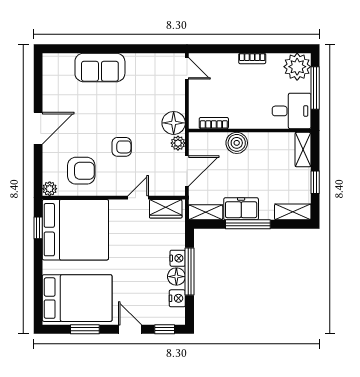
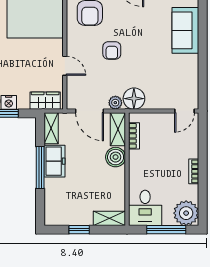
wardrobe: (166, 209) -> (45, 101), moved, turned 90
shelving: (293, 212) -> (118, 129), moved

